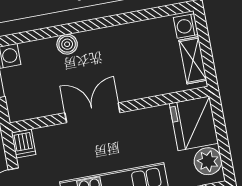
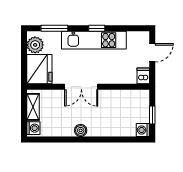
boiler: (67, 44) -> (81, 130), moved
double door: (92, 113) -> (81, 87), moved

